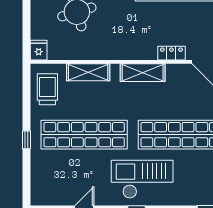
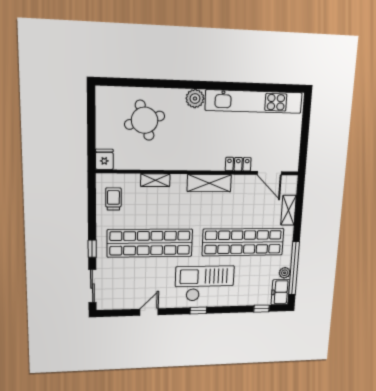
shelving: (88, 72) -> (155, 180), width x0.67, depth x0.75
trolley: (47, 89) -> (113, 199), width x0.73, depth x0.72
sliding door: (26, 179) -> (92, 286), added

